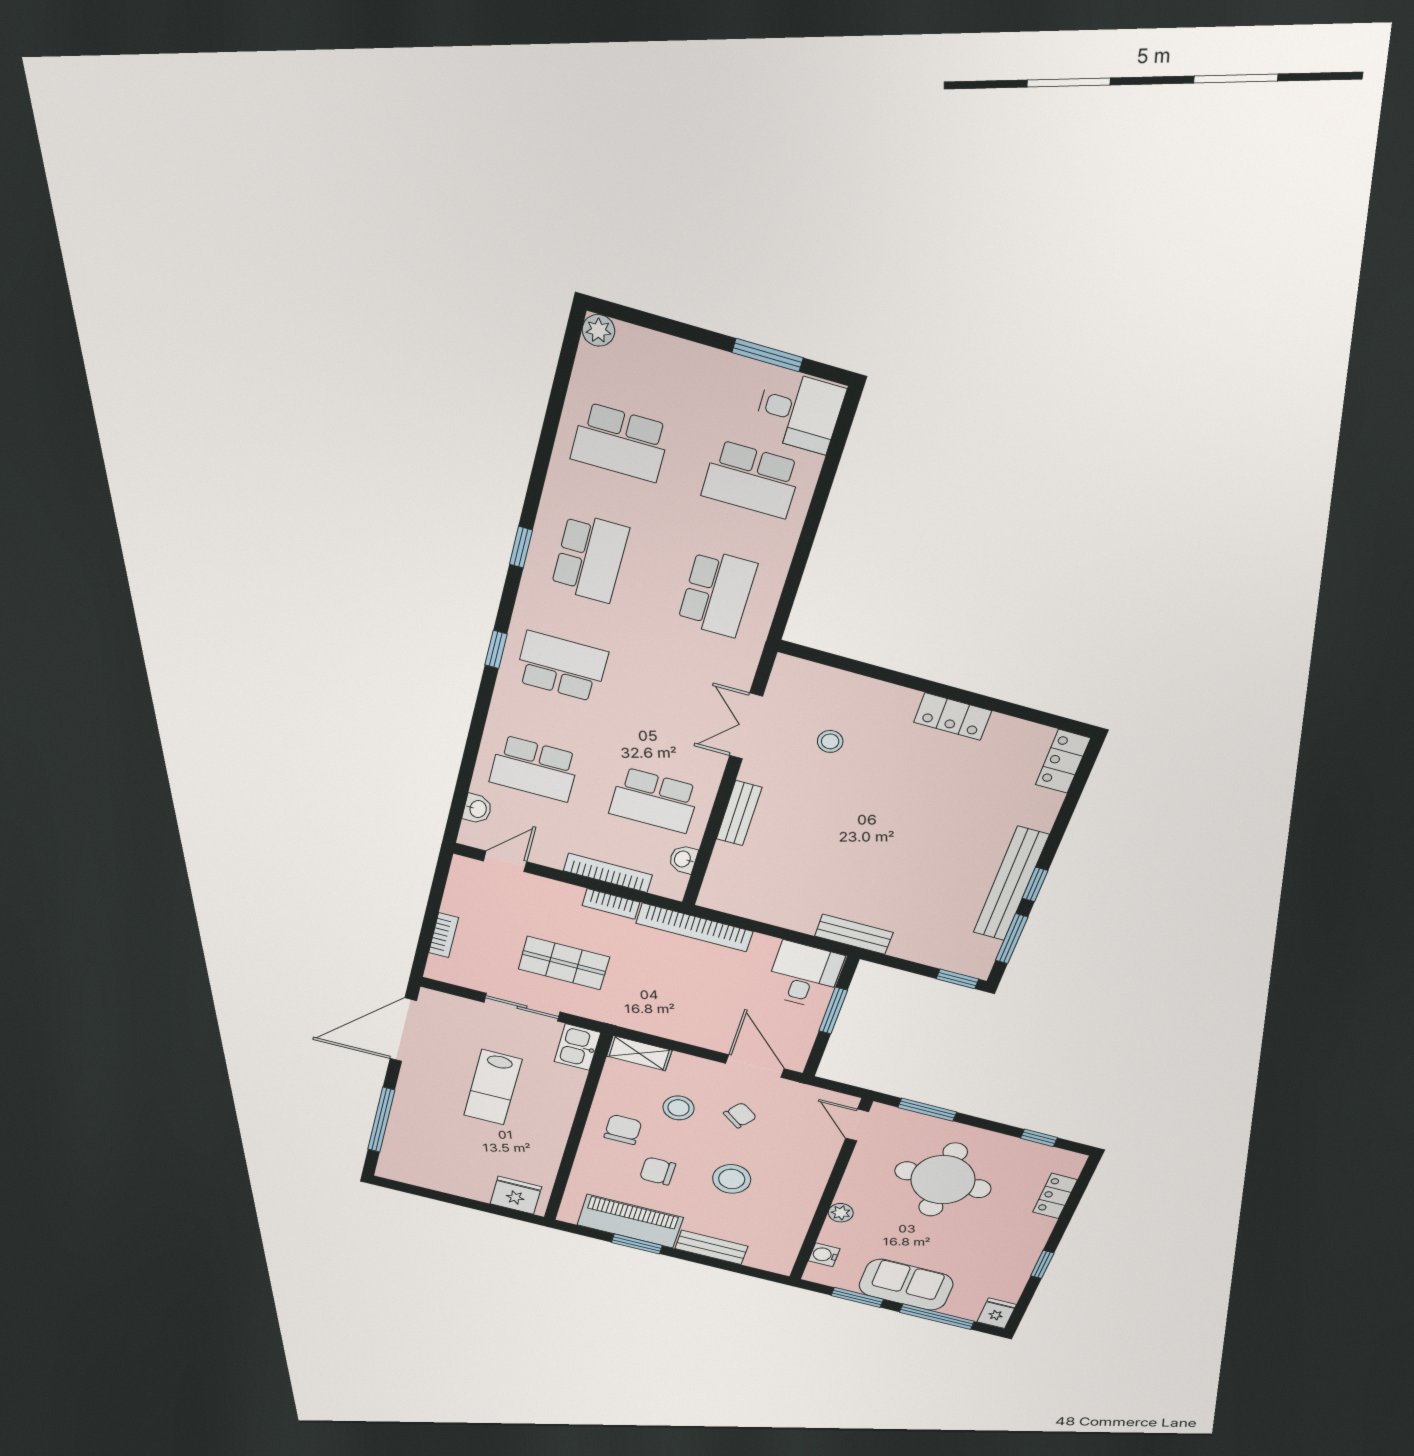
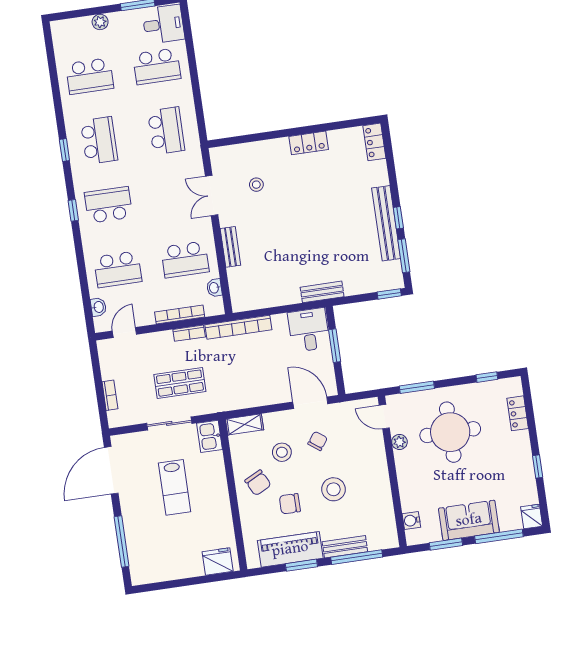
plant: (598, 330) -> (100, 22), moved
chair: (623, 1129) -> (258, 483), turned 153
plant: (841, 1213) -> (399, 442), moved
window: (722, 1265) -> (357, 557), added

